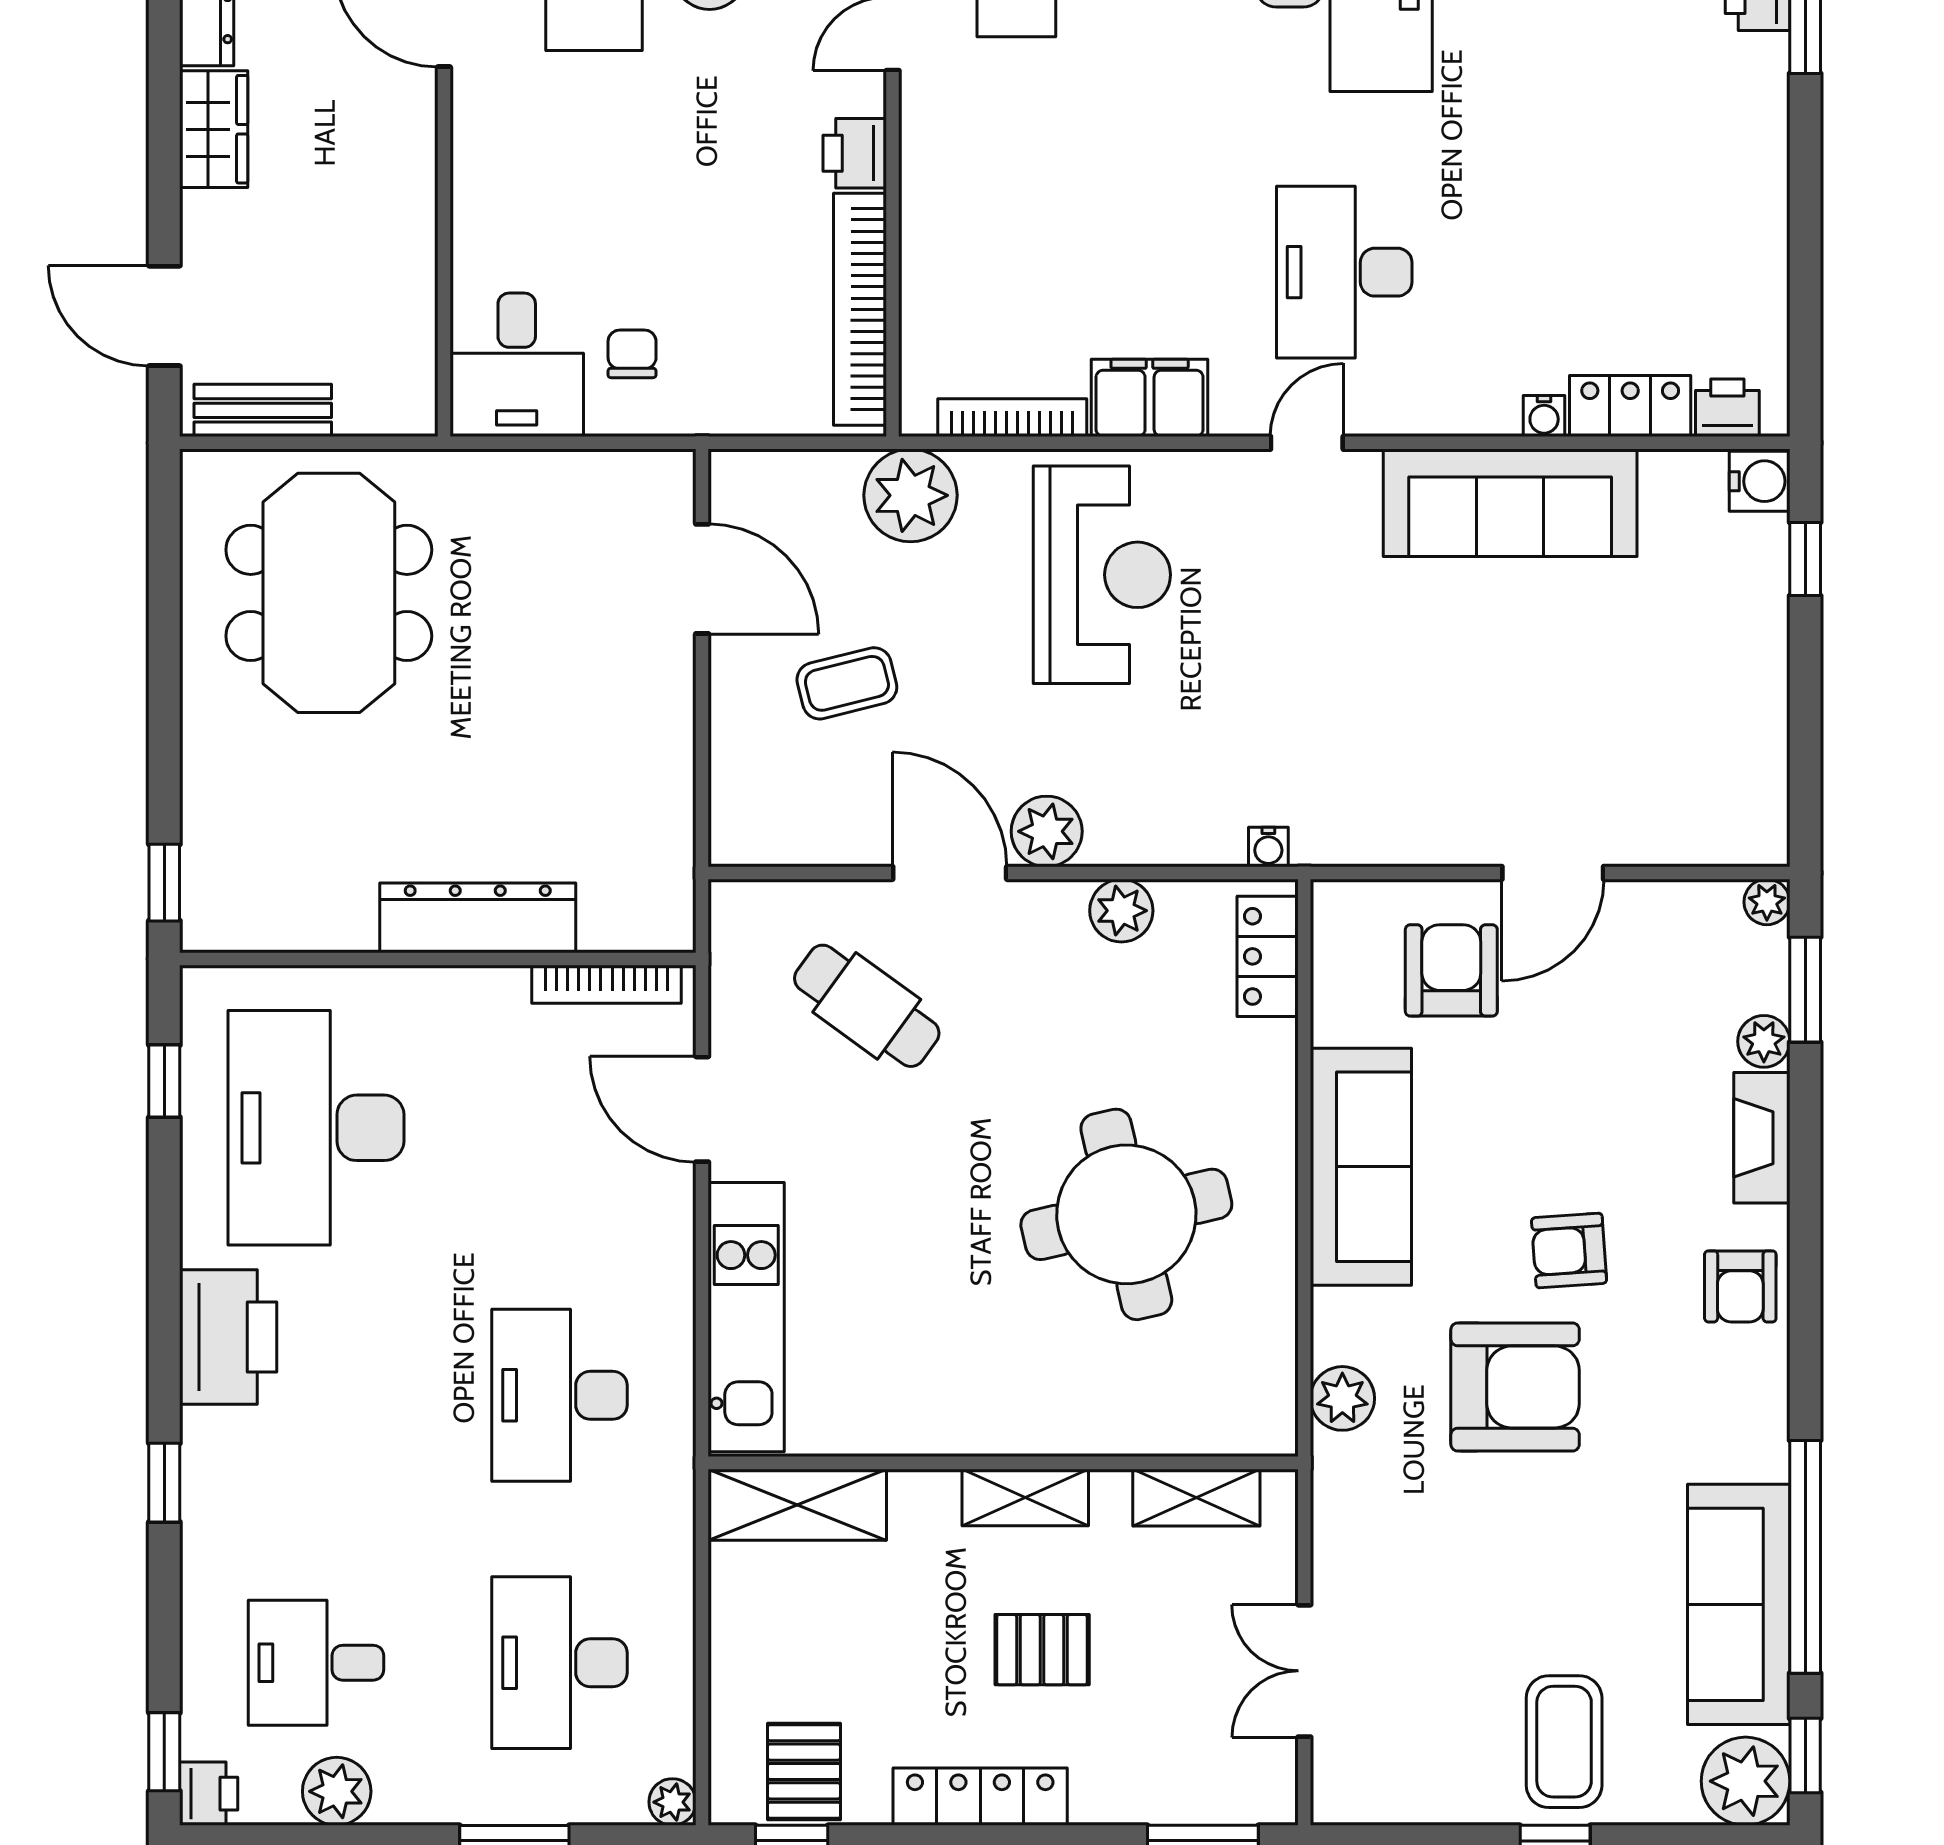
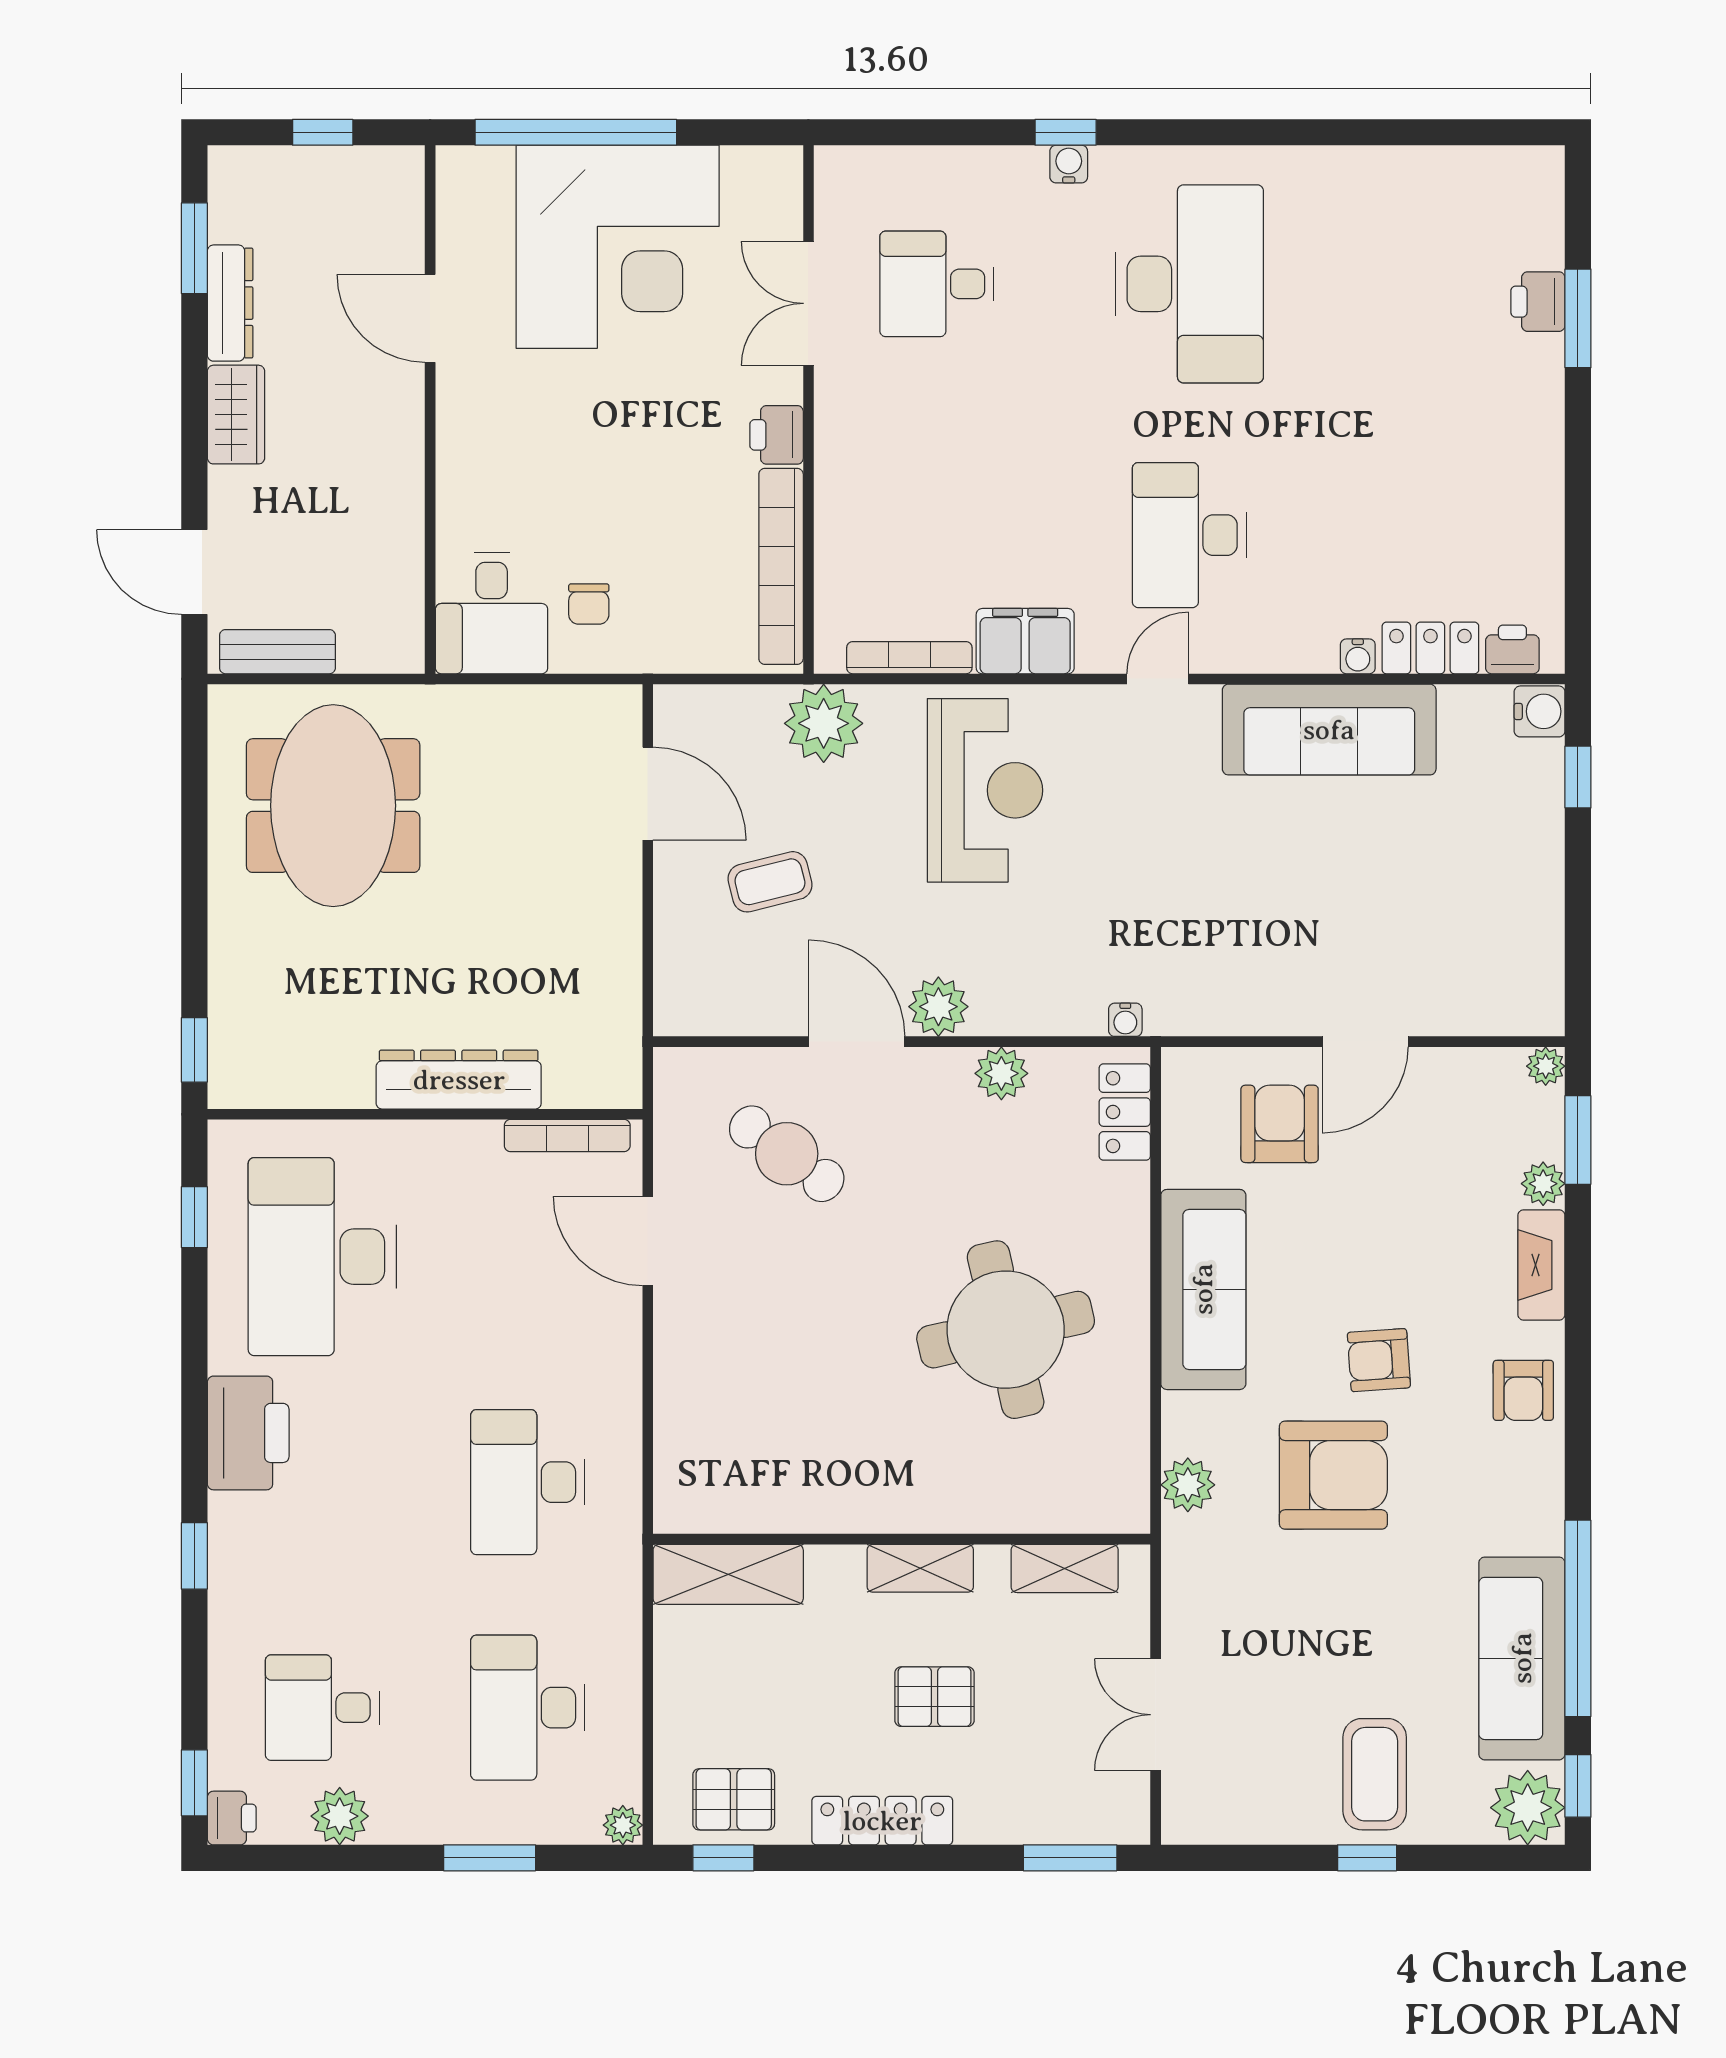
chair: (632, 354) -> (589, 604), turned 180
kitchen unit: (746, 1317) -> (685, 1416), removed
pallet: (804, 1771) -> (734, 1799), turned 90

